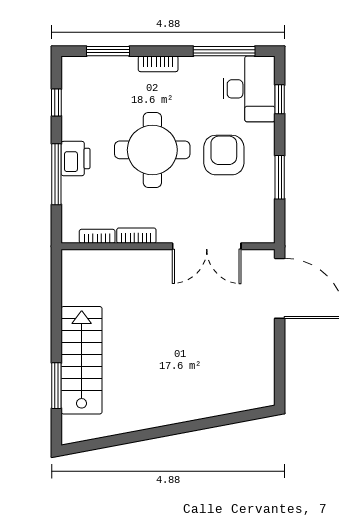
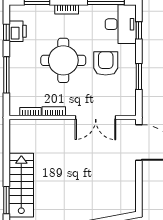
printer: (76, 159) -> (18, 31), moved

